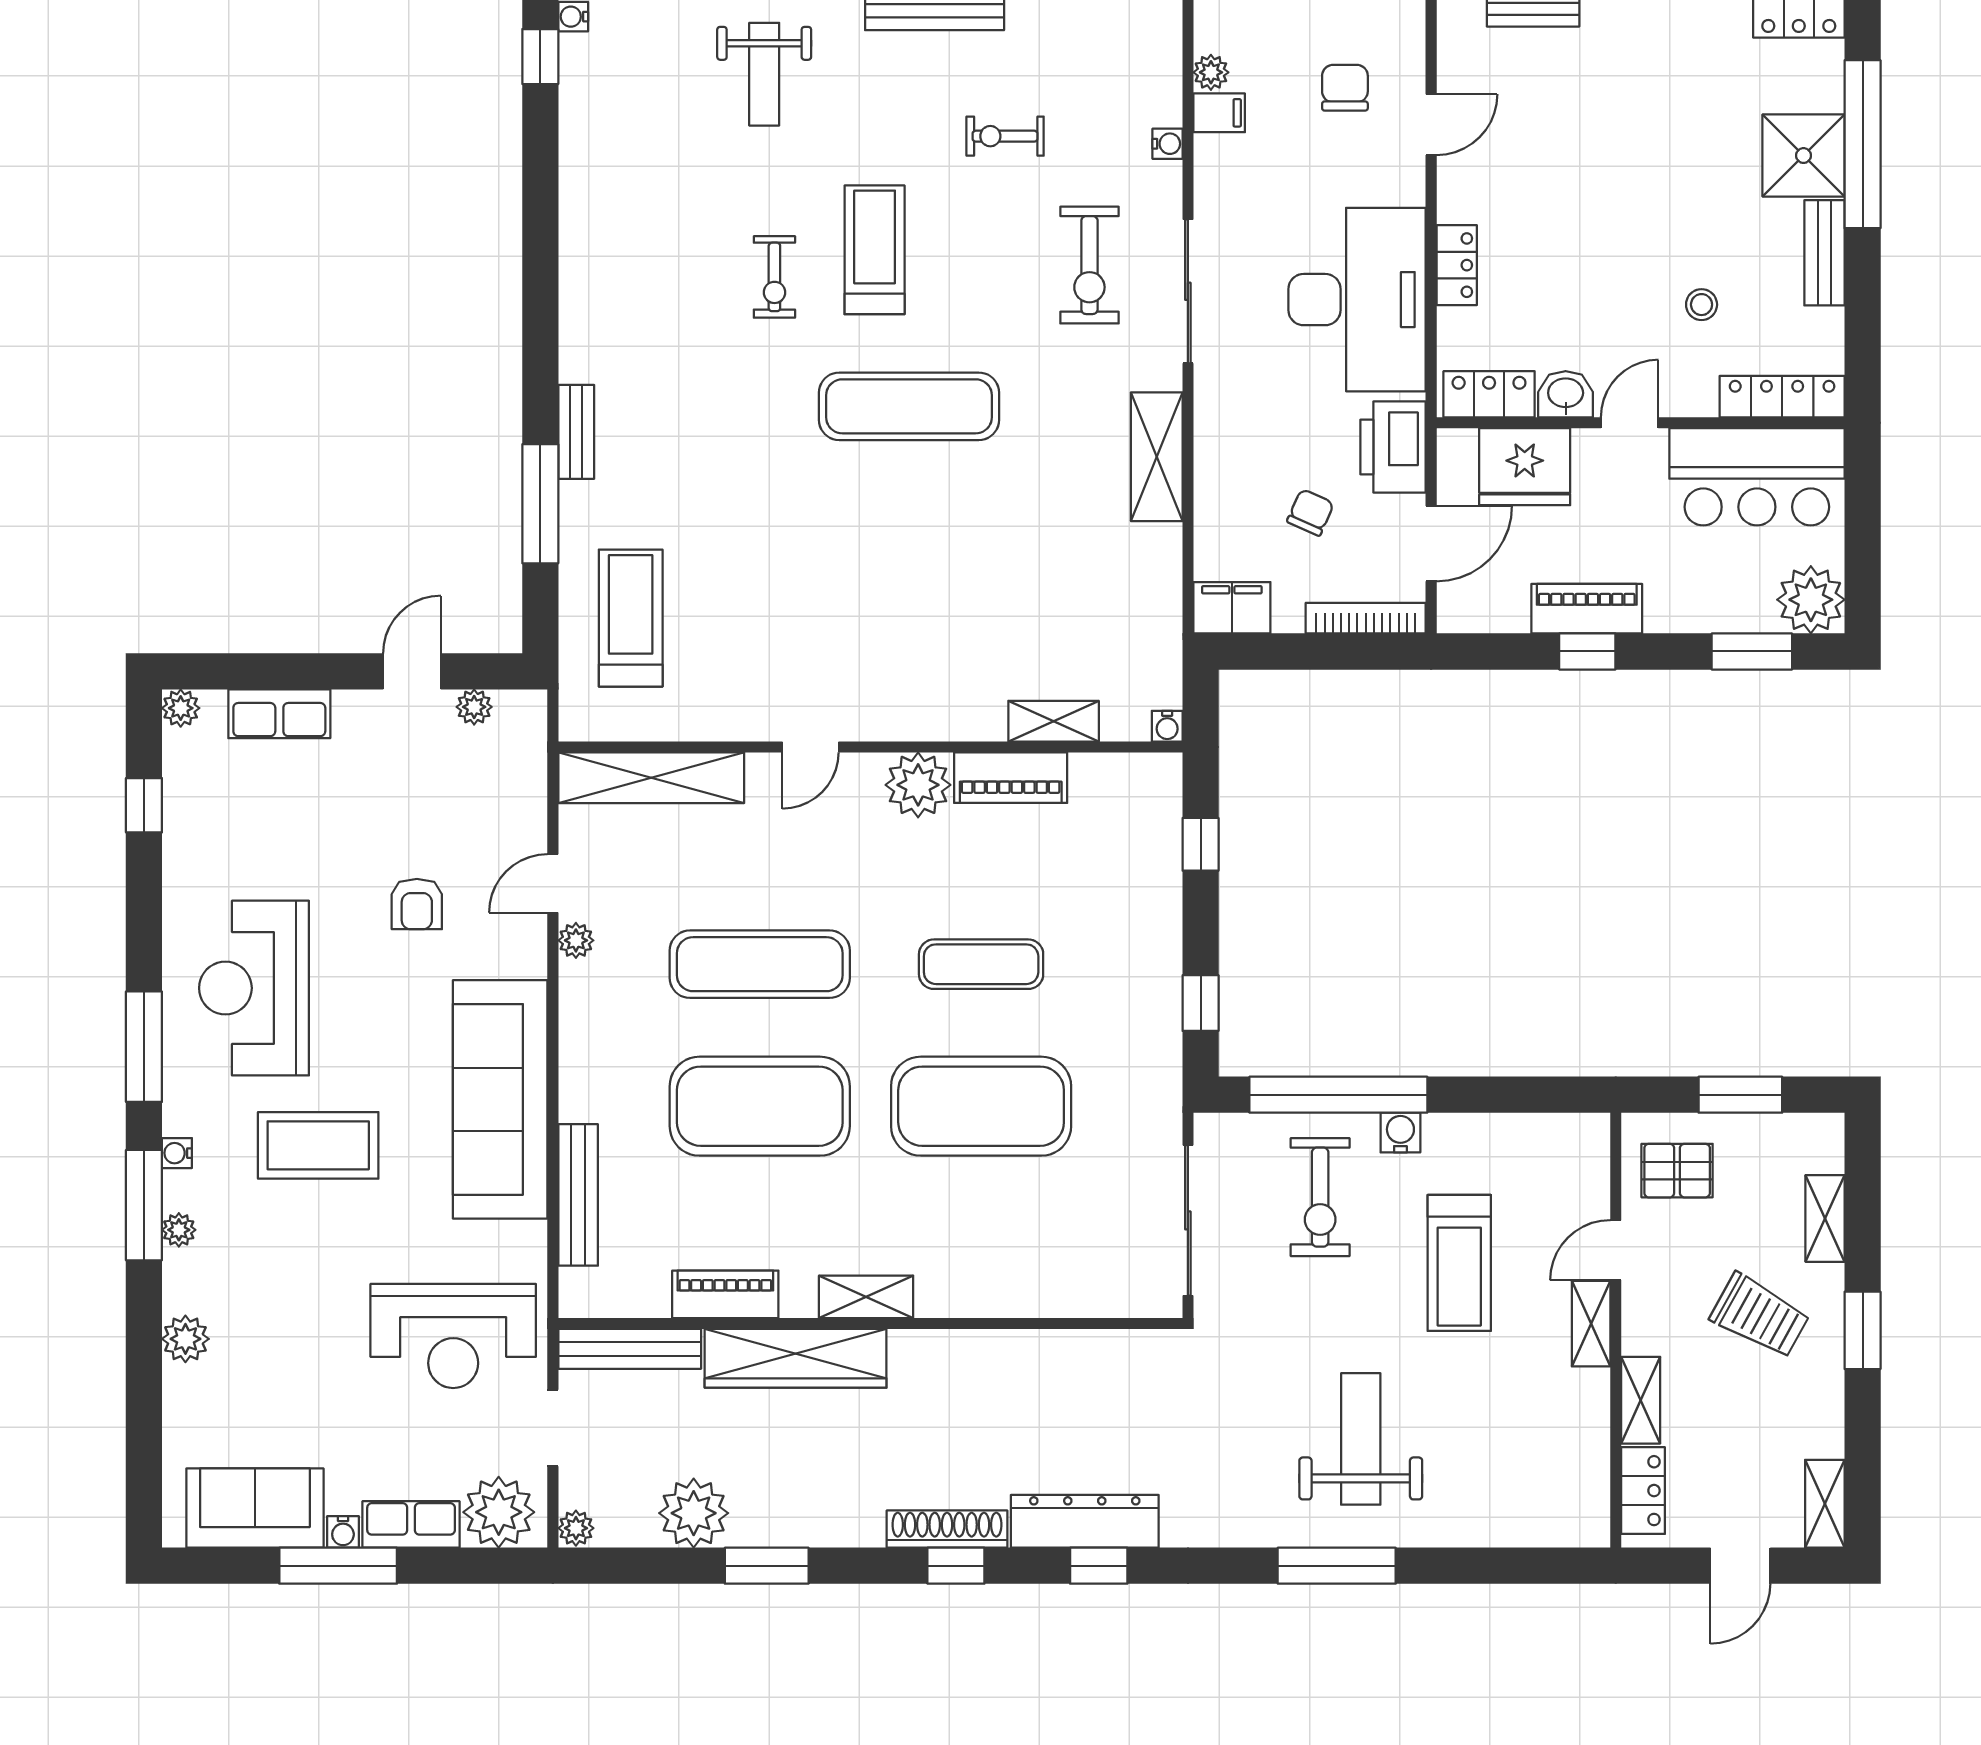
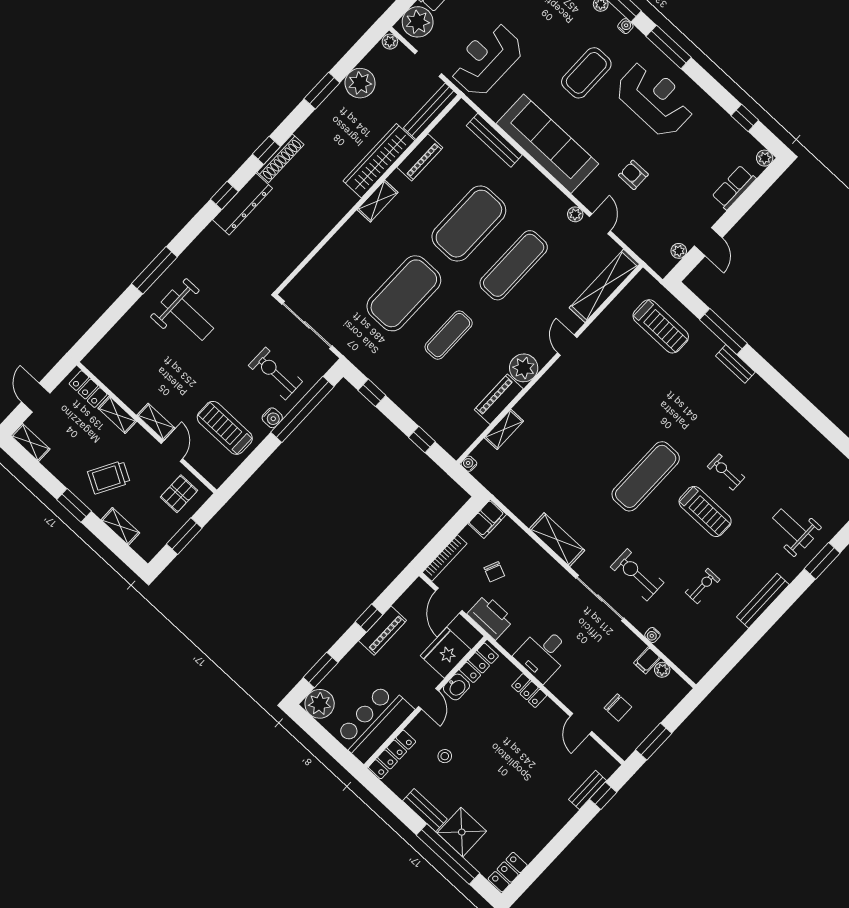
desk: (1357, 300) -> (543, 654), width x0.53, depth x0.77
treadmill: (1459, 1263) -> (225, 428), moved

